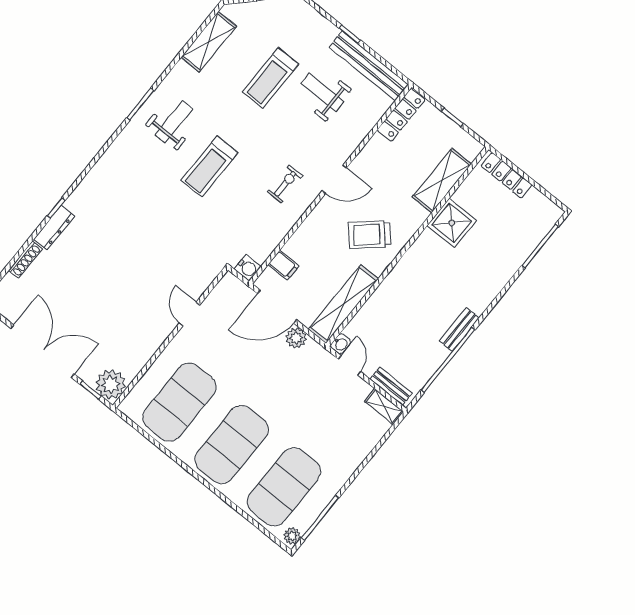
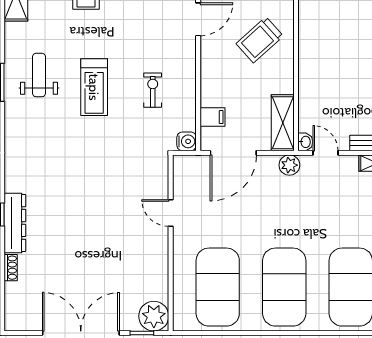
exercise bike: (285, 184) -> (153, 90), moved
dresser: (54, 228) -> (15, 223), width x1.37, depth x1.24
shoe rack: (25, 260) -> (11, 268), width x0.70
shelving: (343, 304) -> (283, 123), width x0.68
plant: (296, 338) -> (289, 165), moved

